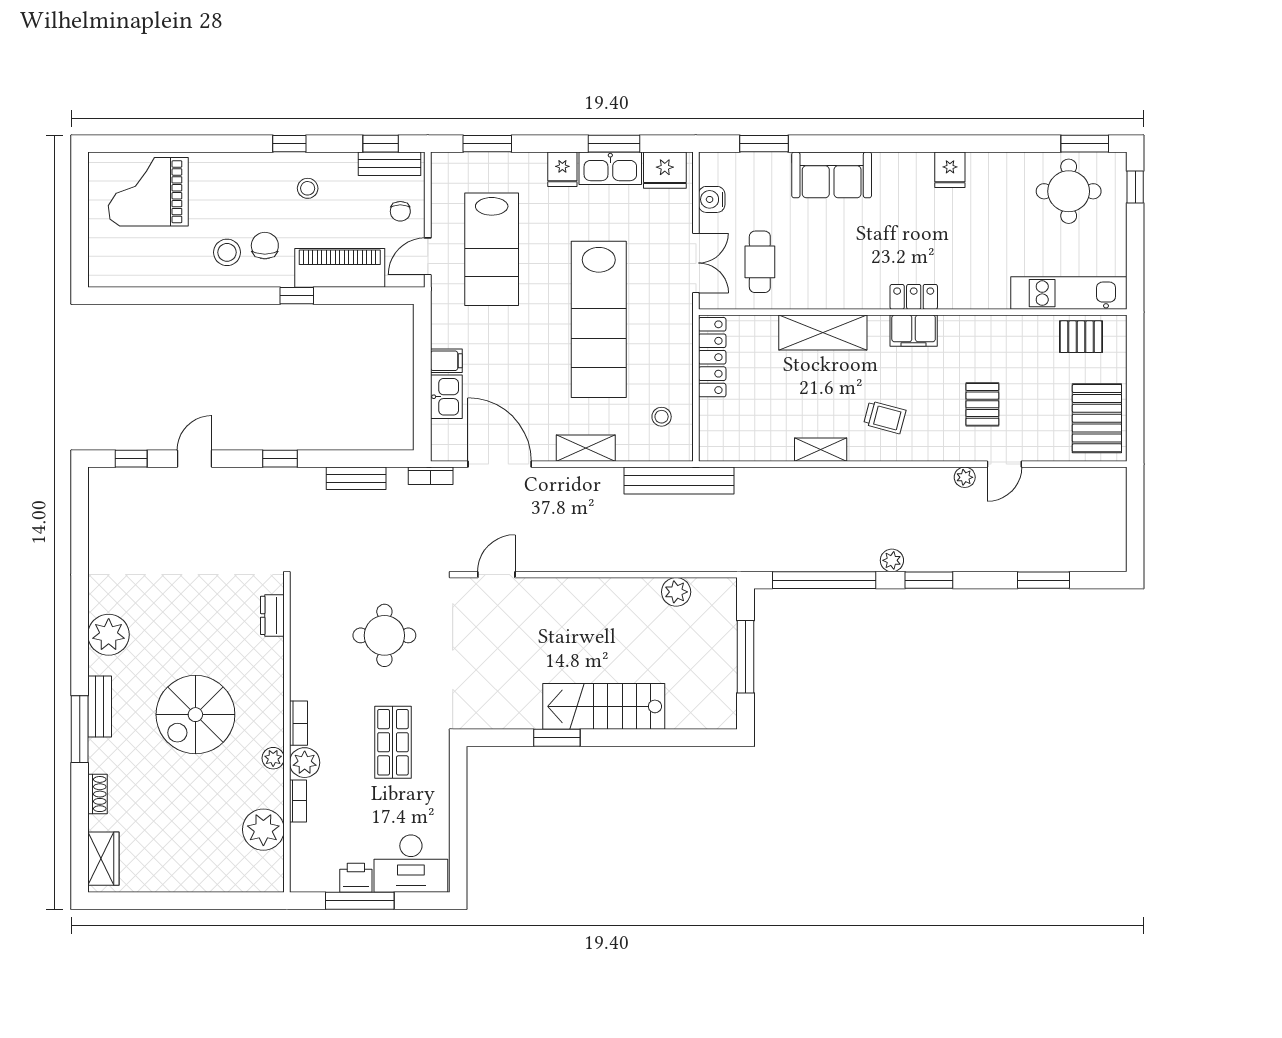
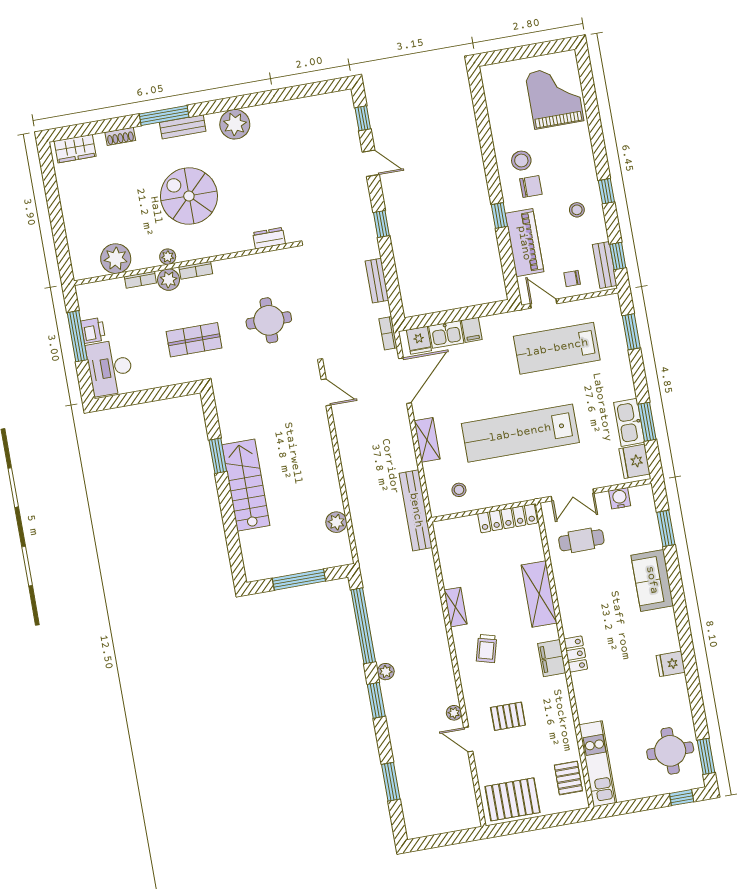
fridge: (562, 169) -> (419, 340), moved, turned -90

